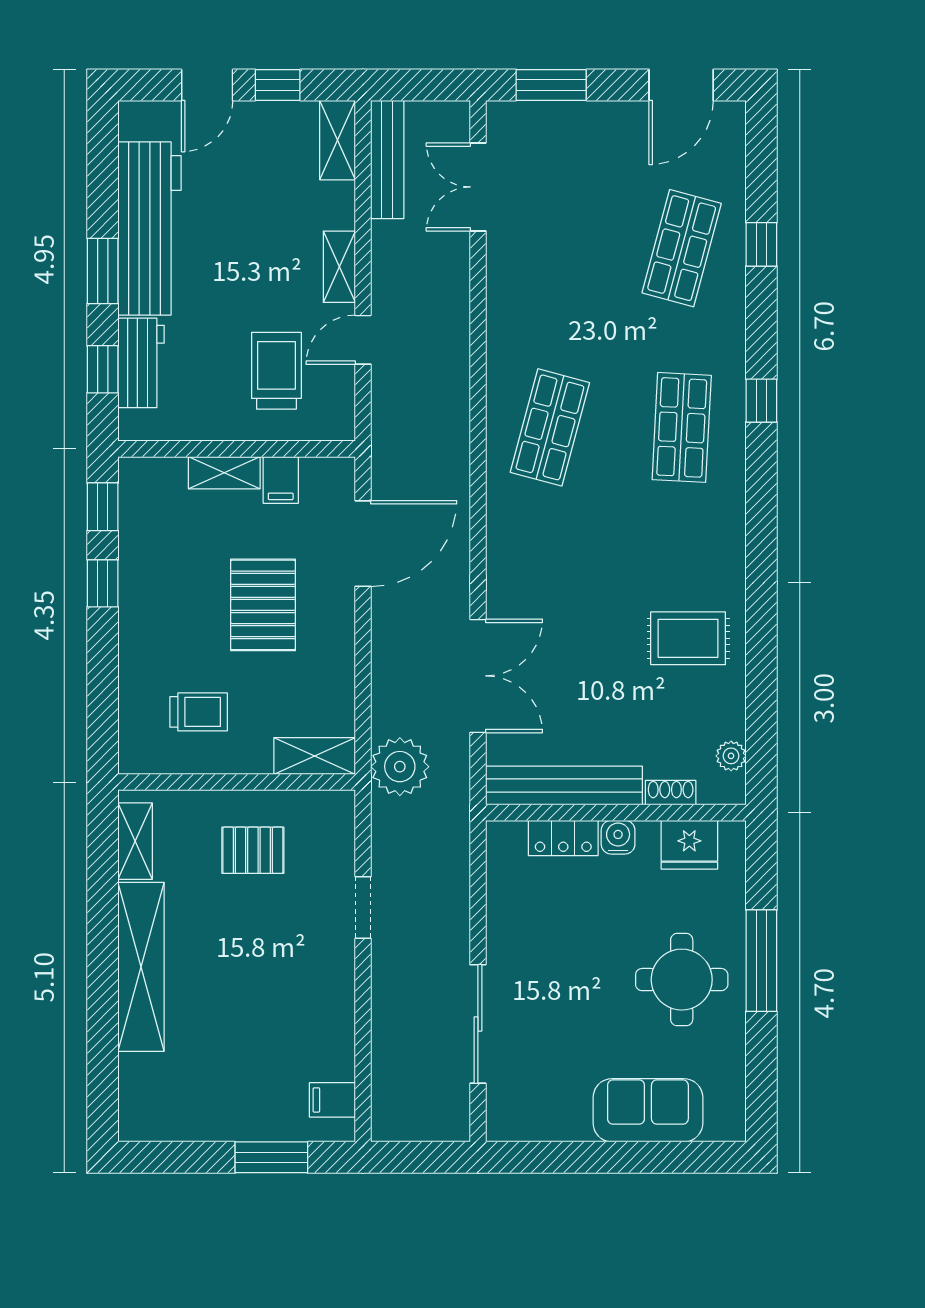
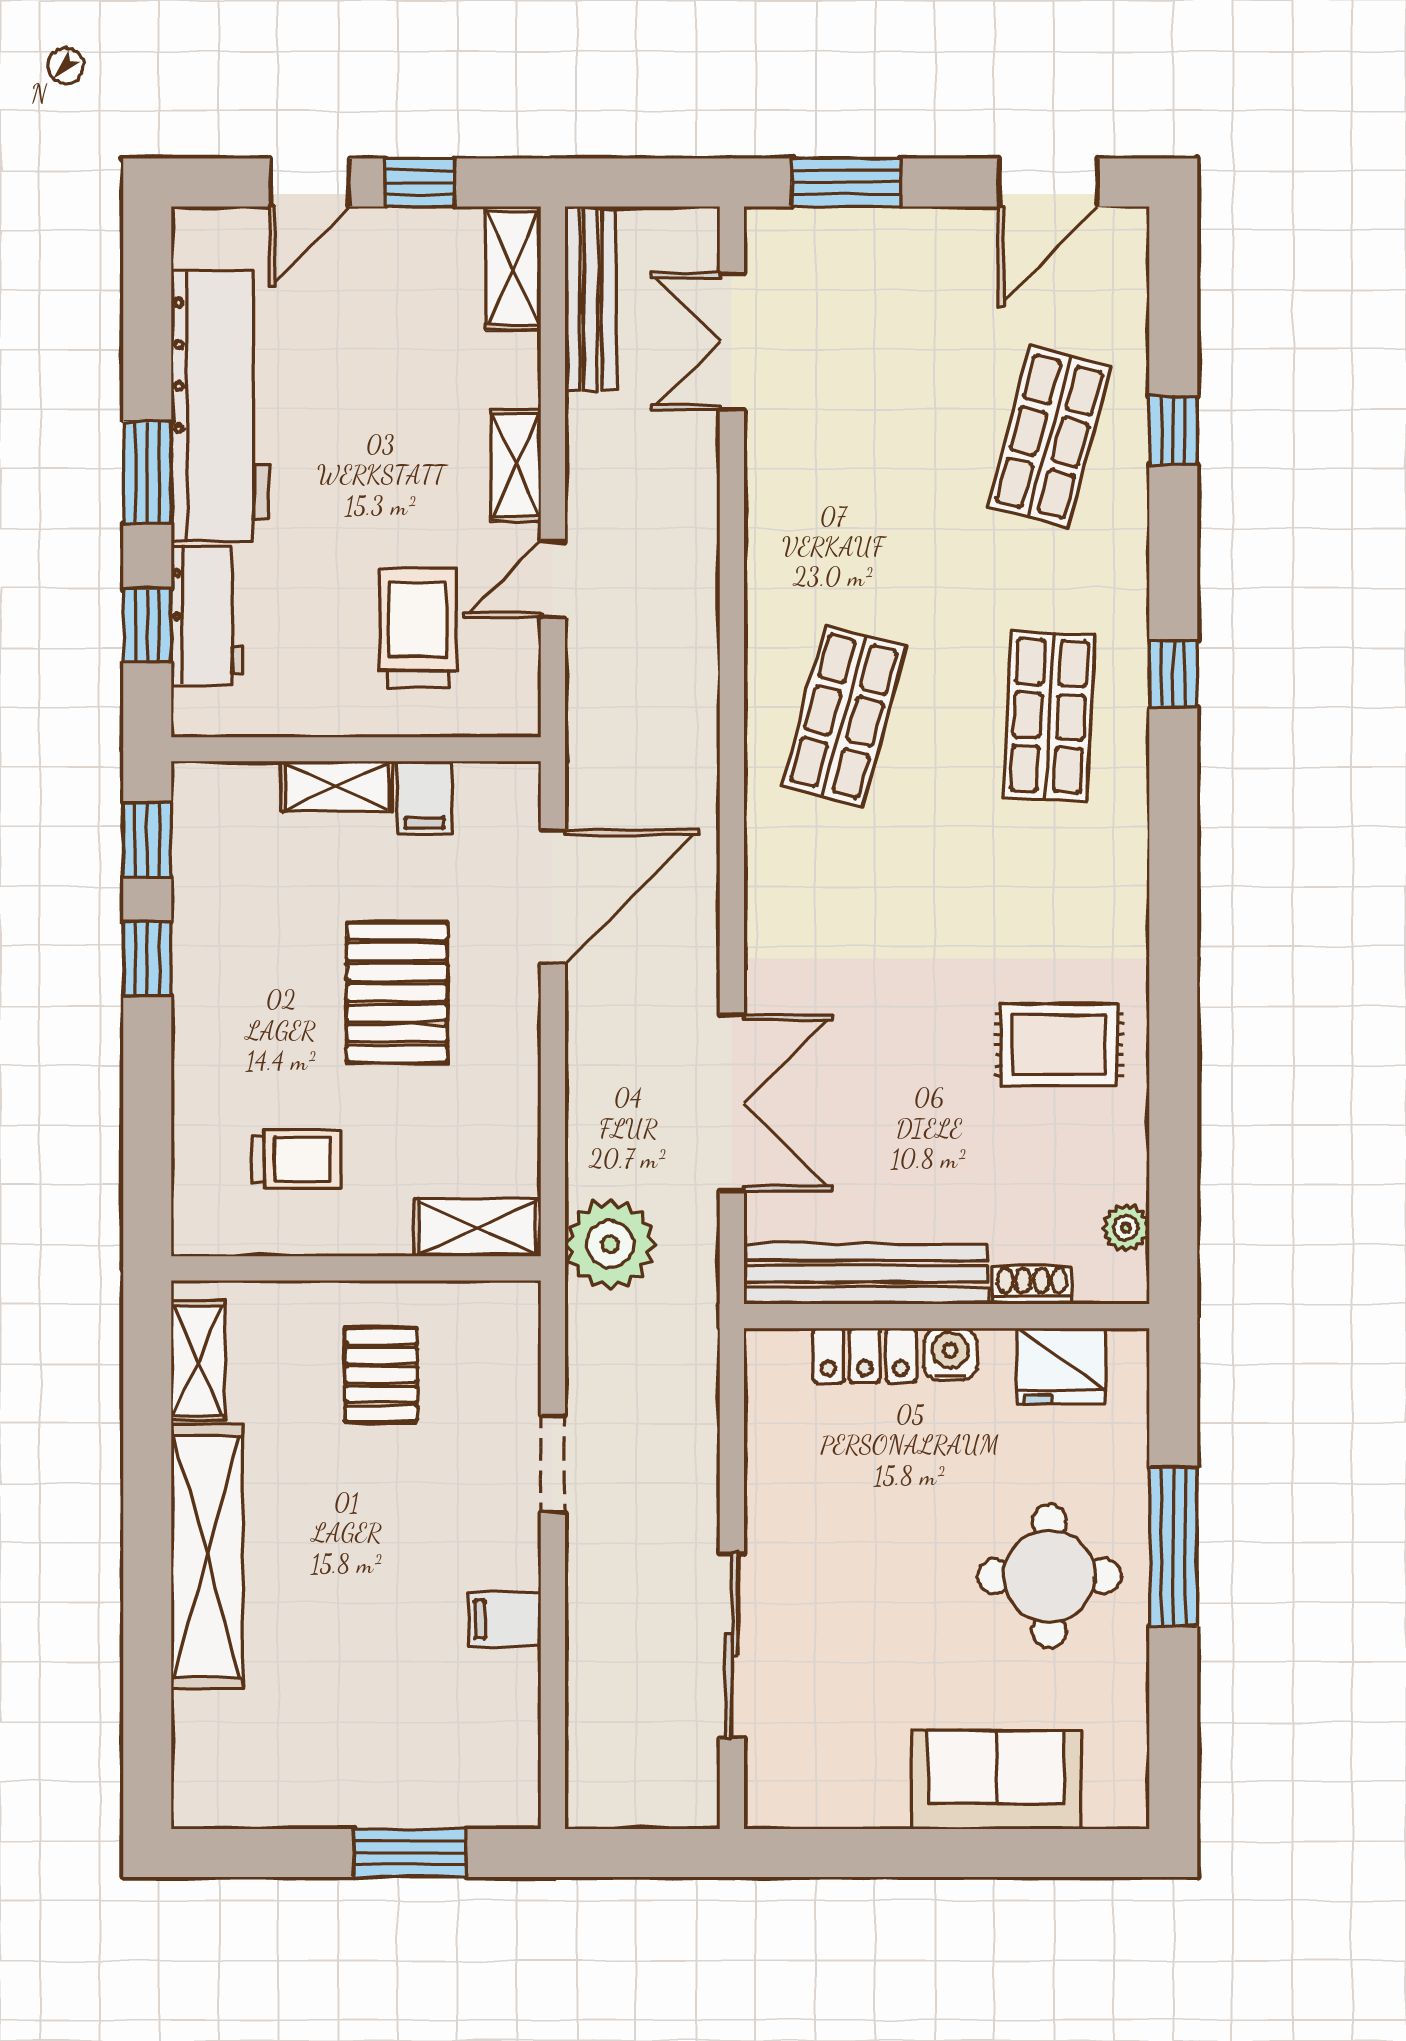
pallet: (253, 850) -> (381, 1375), turned 90
filing cabinet: (332, 1100) -> (505, 1619), moved

